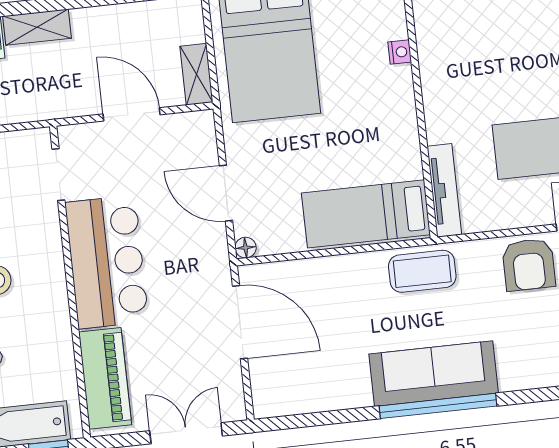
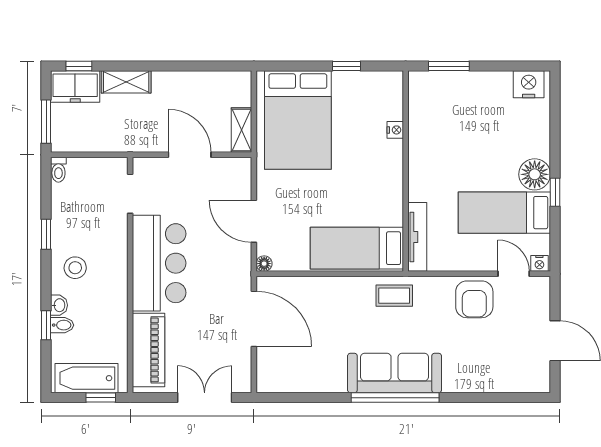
coffee table: (422, 271) -> (394, 296), width x0.73, depth x0.77

